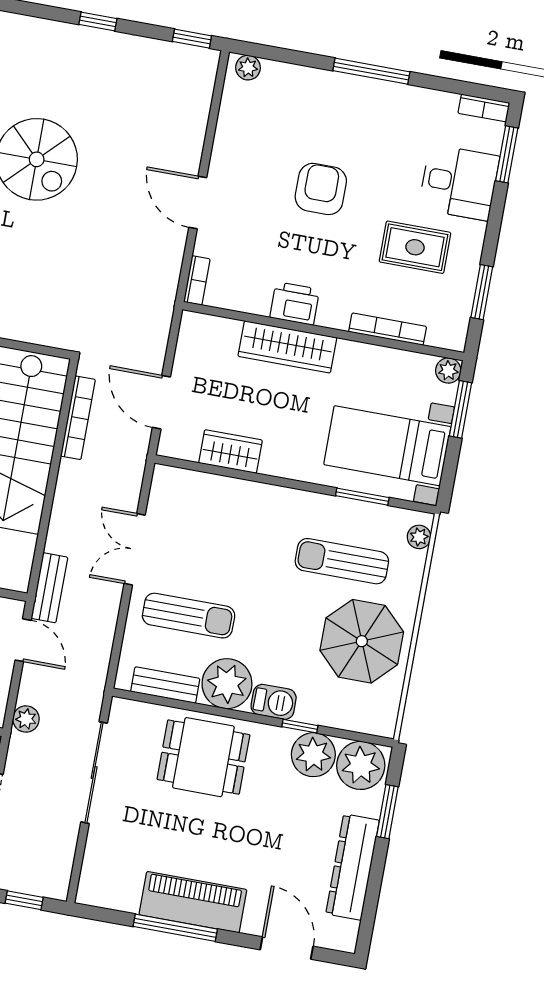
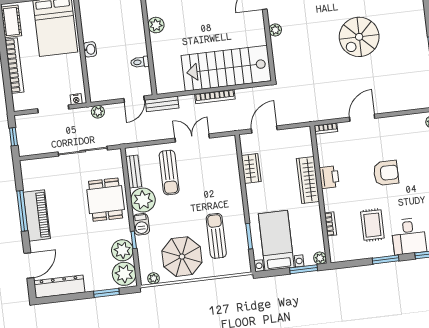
window: (482, 292) -> (386, 259), moved
bookcase: (388, 329) -> (330, 224), width x0.64
bookcase: (78, 418) -> (215, 97), moved
plant: (419, 537) -> (154, 278), moved
dresser: (352, 867) -> (59, 286), moved

